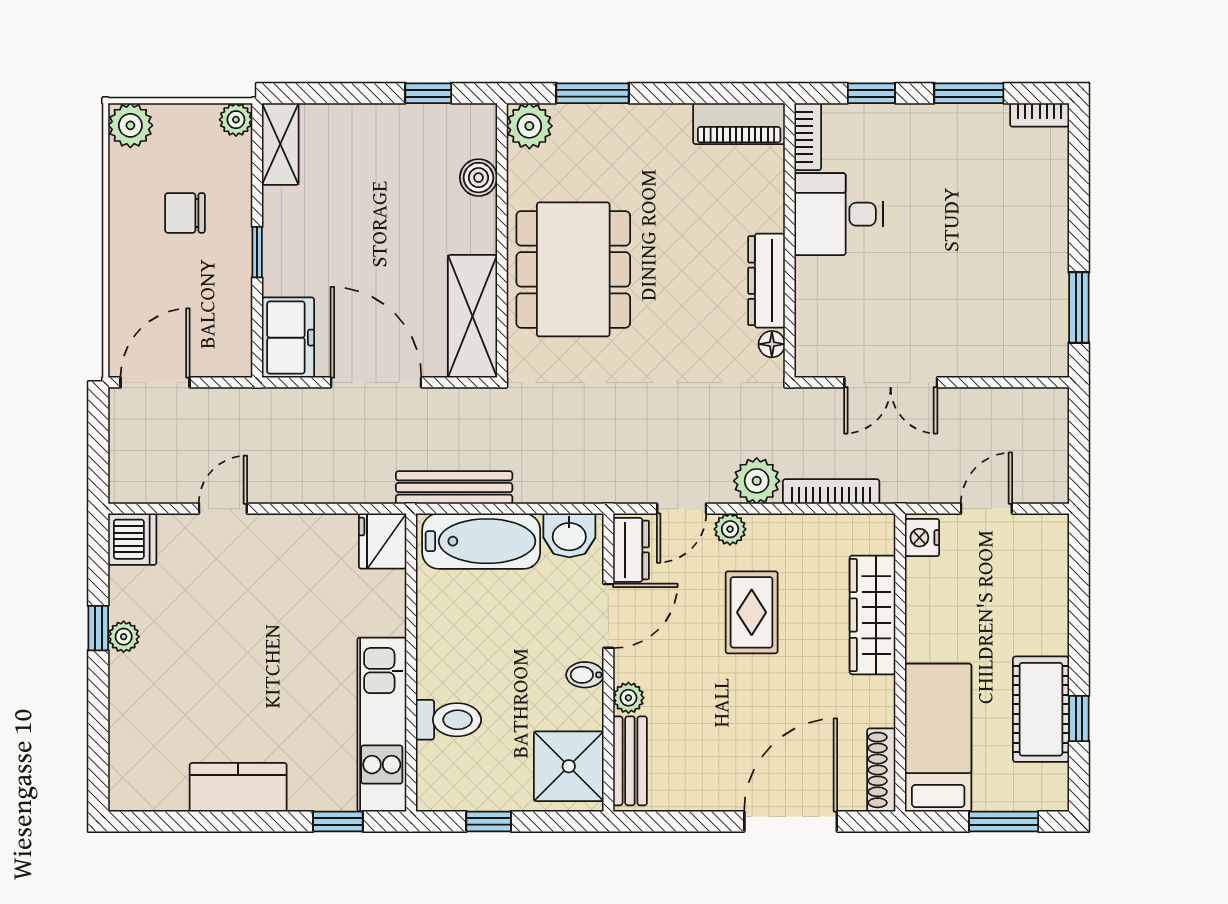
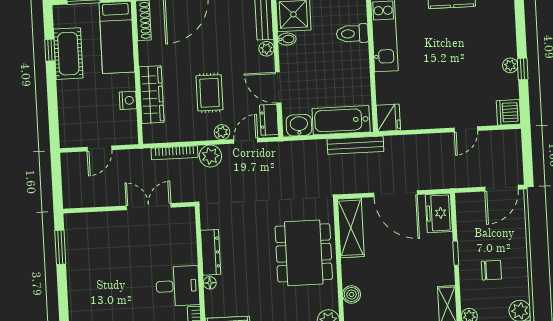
floor lamp: (772, 344) -> (210, 283), moved
nightstand: (922, 538) -> (128, 100), moved
door: (608, 616) -> (278, 88), hinge flipped
bidet: (585, 675) -> (287, 39), moved

